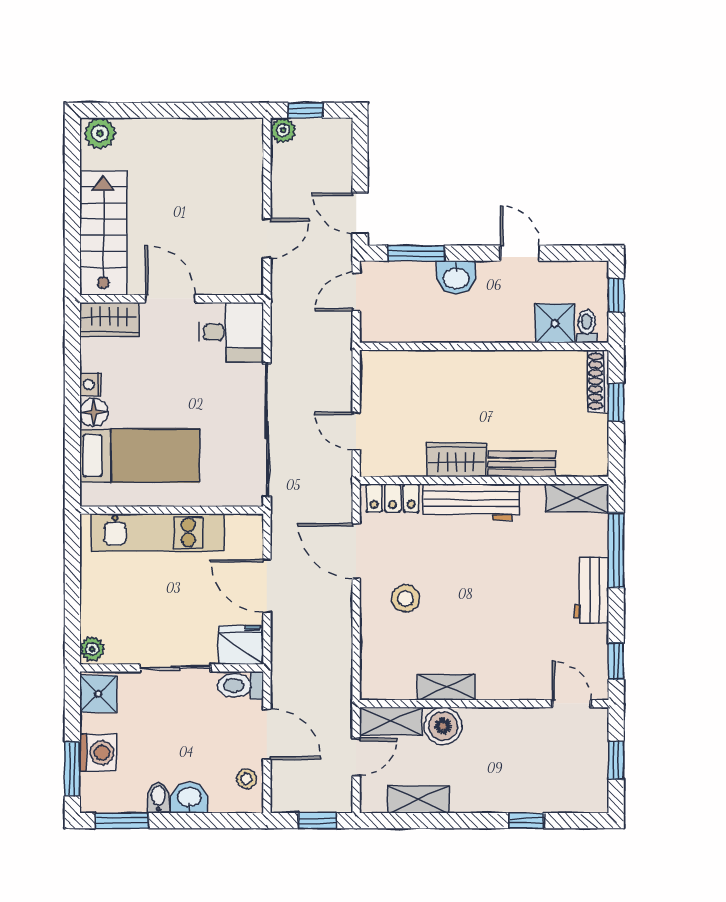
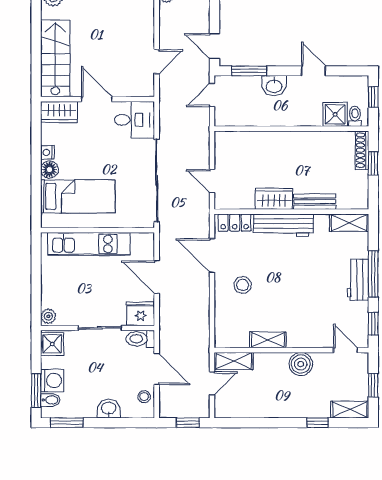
window: (616, 550) -> (373, 274), moved
boiler: (443, 726) -> (301, 364), moved
bidet: (158, 798) -> (50, 400), moved, turned 90
shelving: (419, 800) -> (350, 410), moved

